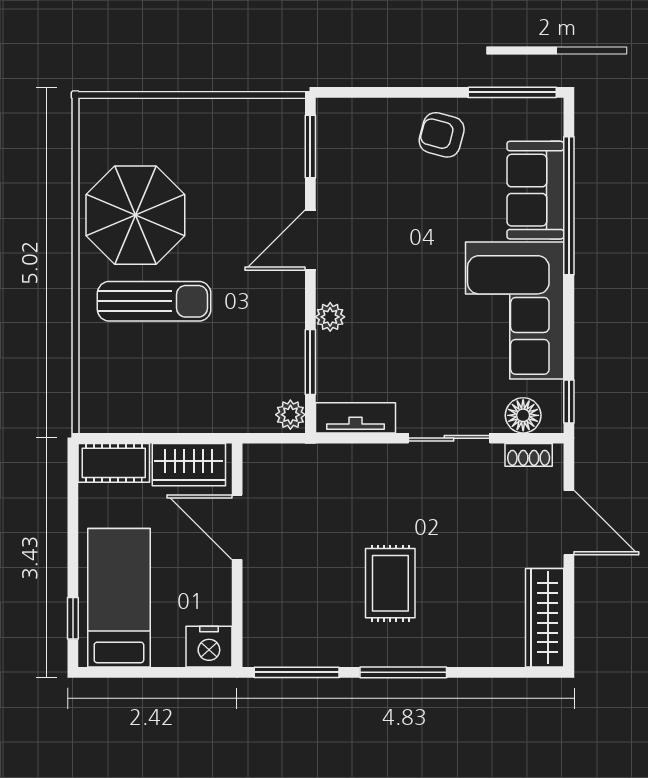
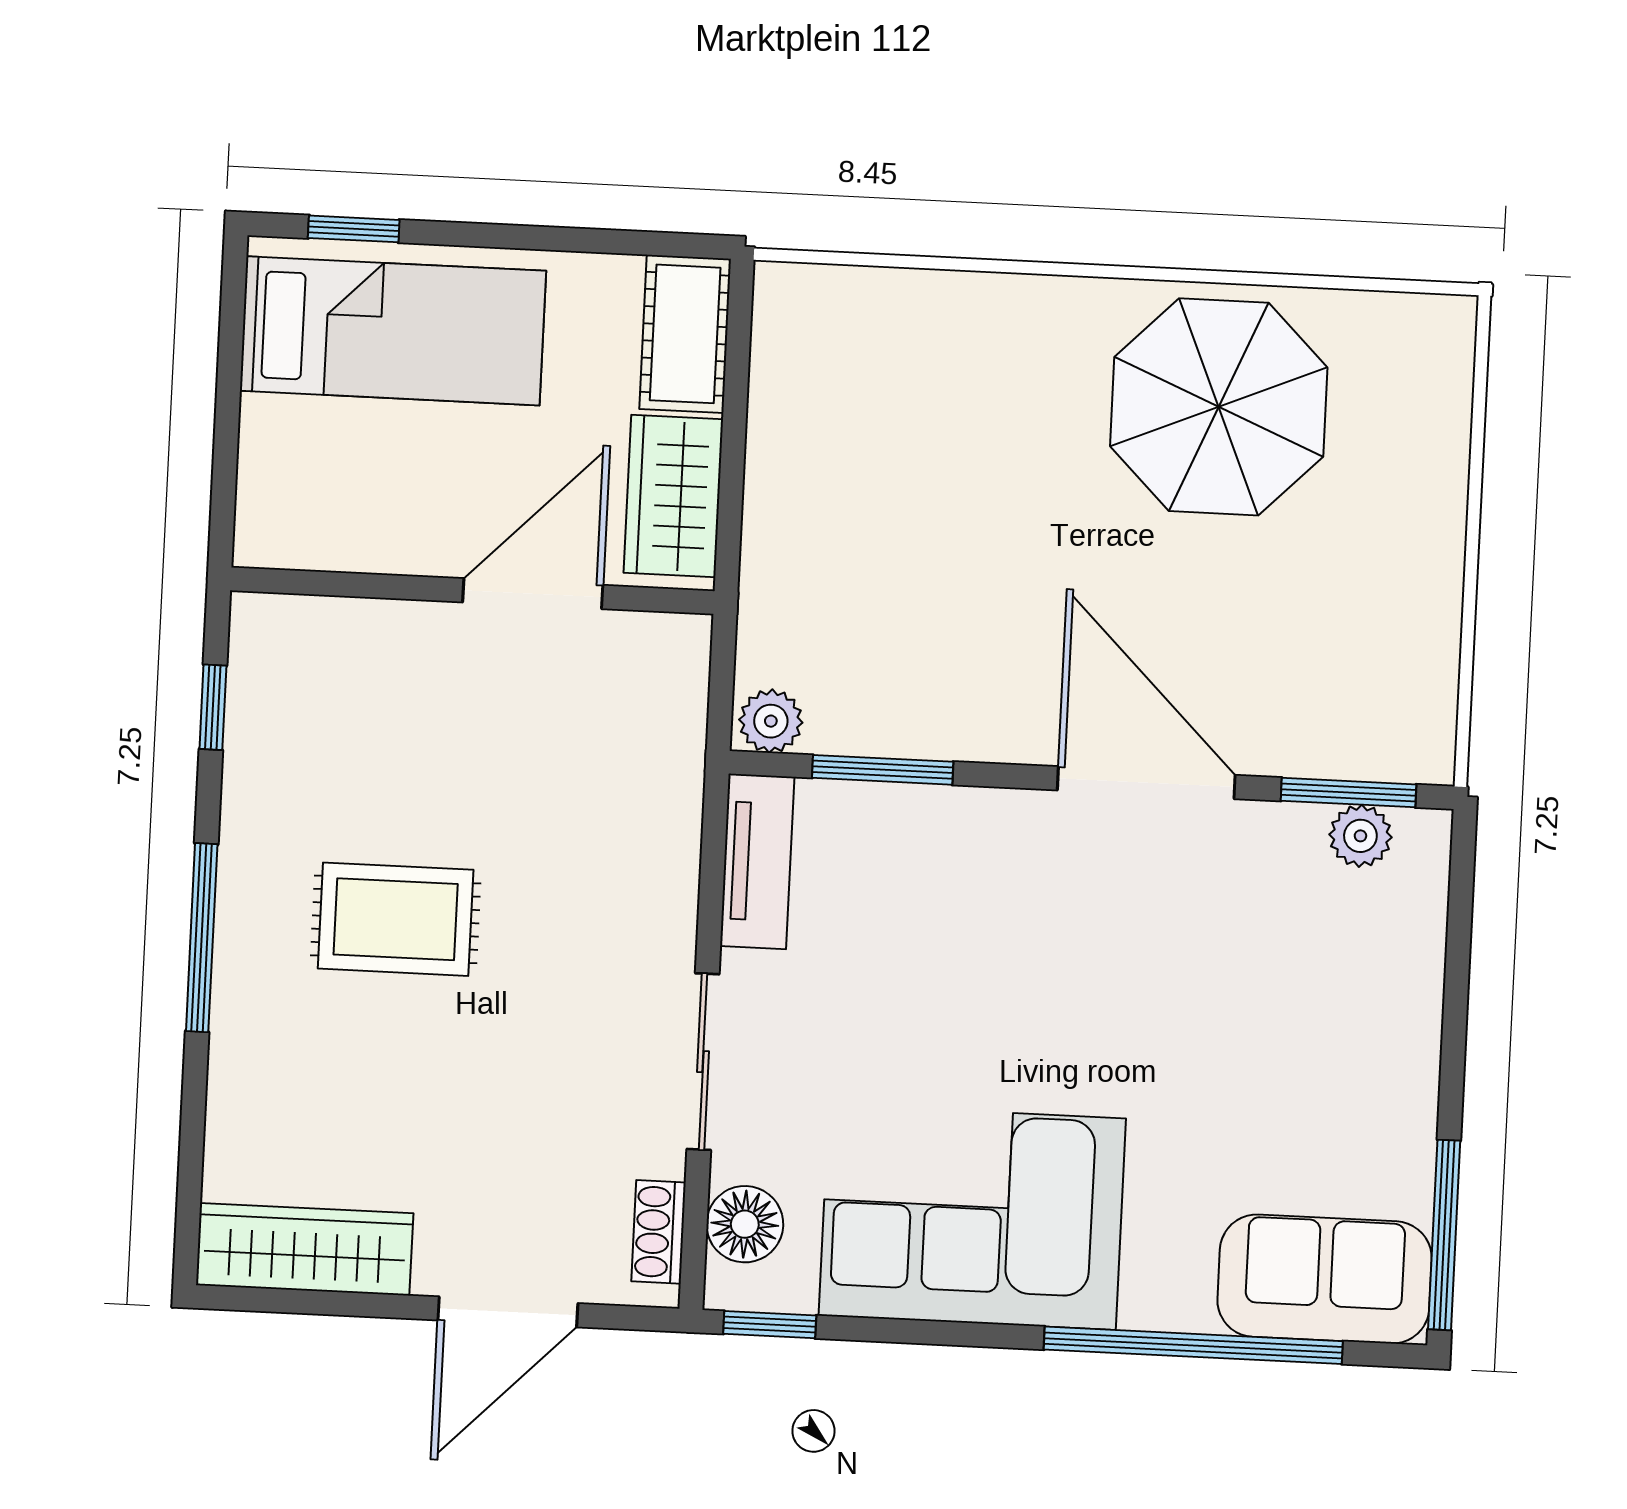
armchair: (442, 135) -> (1360, 1078), removed
sofa: (535, 190) -> (1325, 1279), moved
door: (310, 240) -> (1146, 783), width x1.36
sun lounger: (154, 301) -> (1030, 438), removed
plant: (330, 317) -> (1360, 836), moved
nightstand: (209, 647) -> (278, 520), removed
window: (297, 672) -> (213, 707), width x0.46

